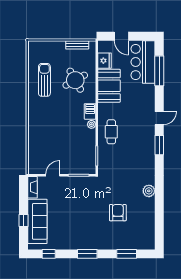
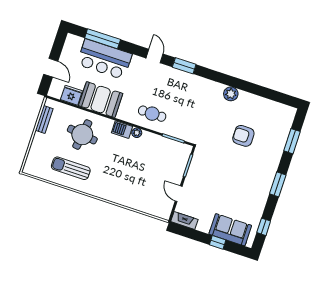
door: (121, 36) -> (51, 68), hinge flipped
bar counter: (143, 62) -> (104, 59), moved
round table: (75, 80) -> (82, 135), turned 37
sofa: (37, 221) -> (230, 230), width x0.73

